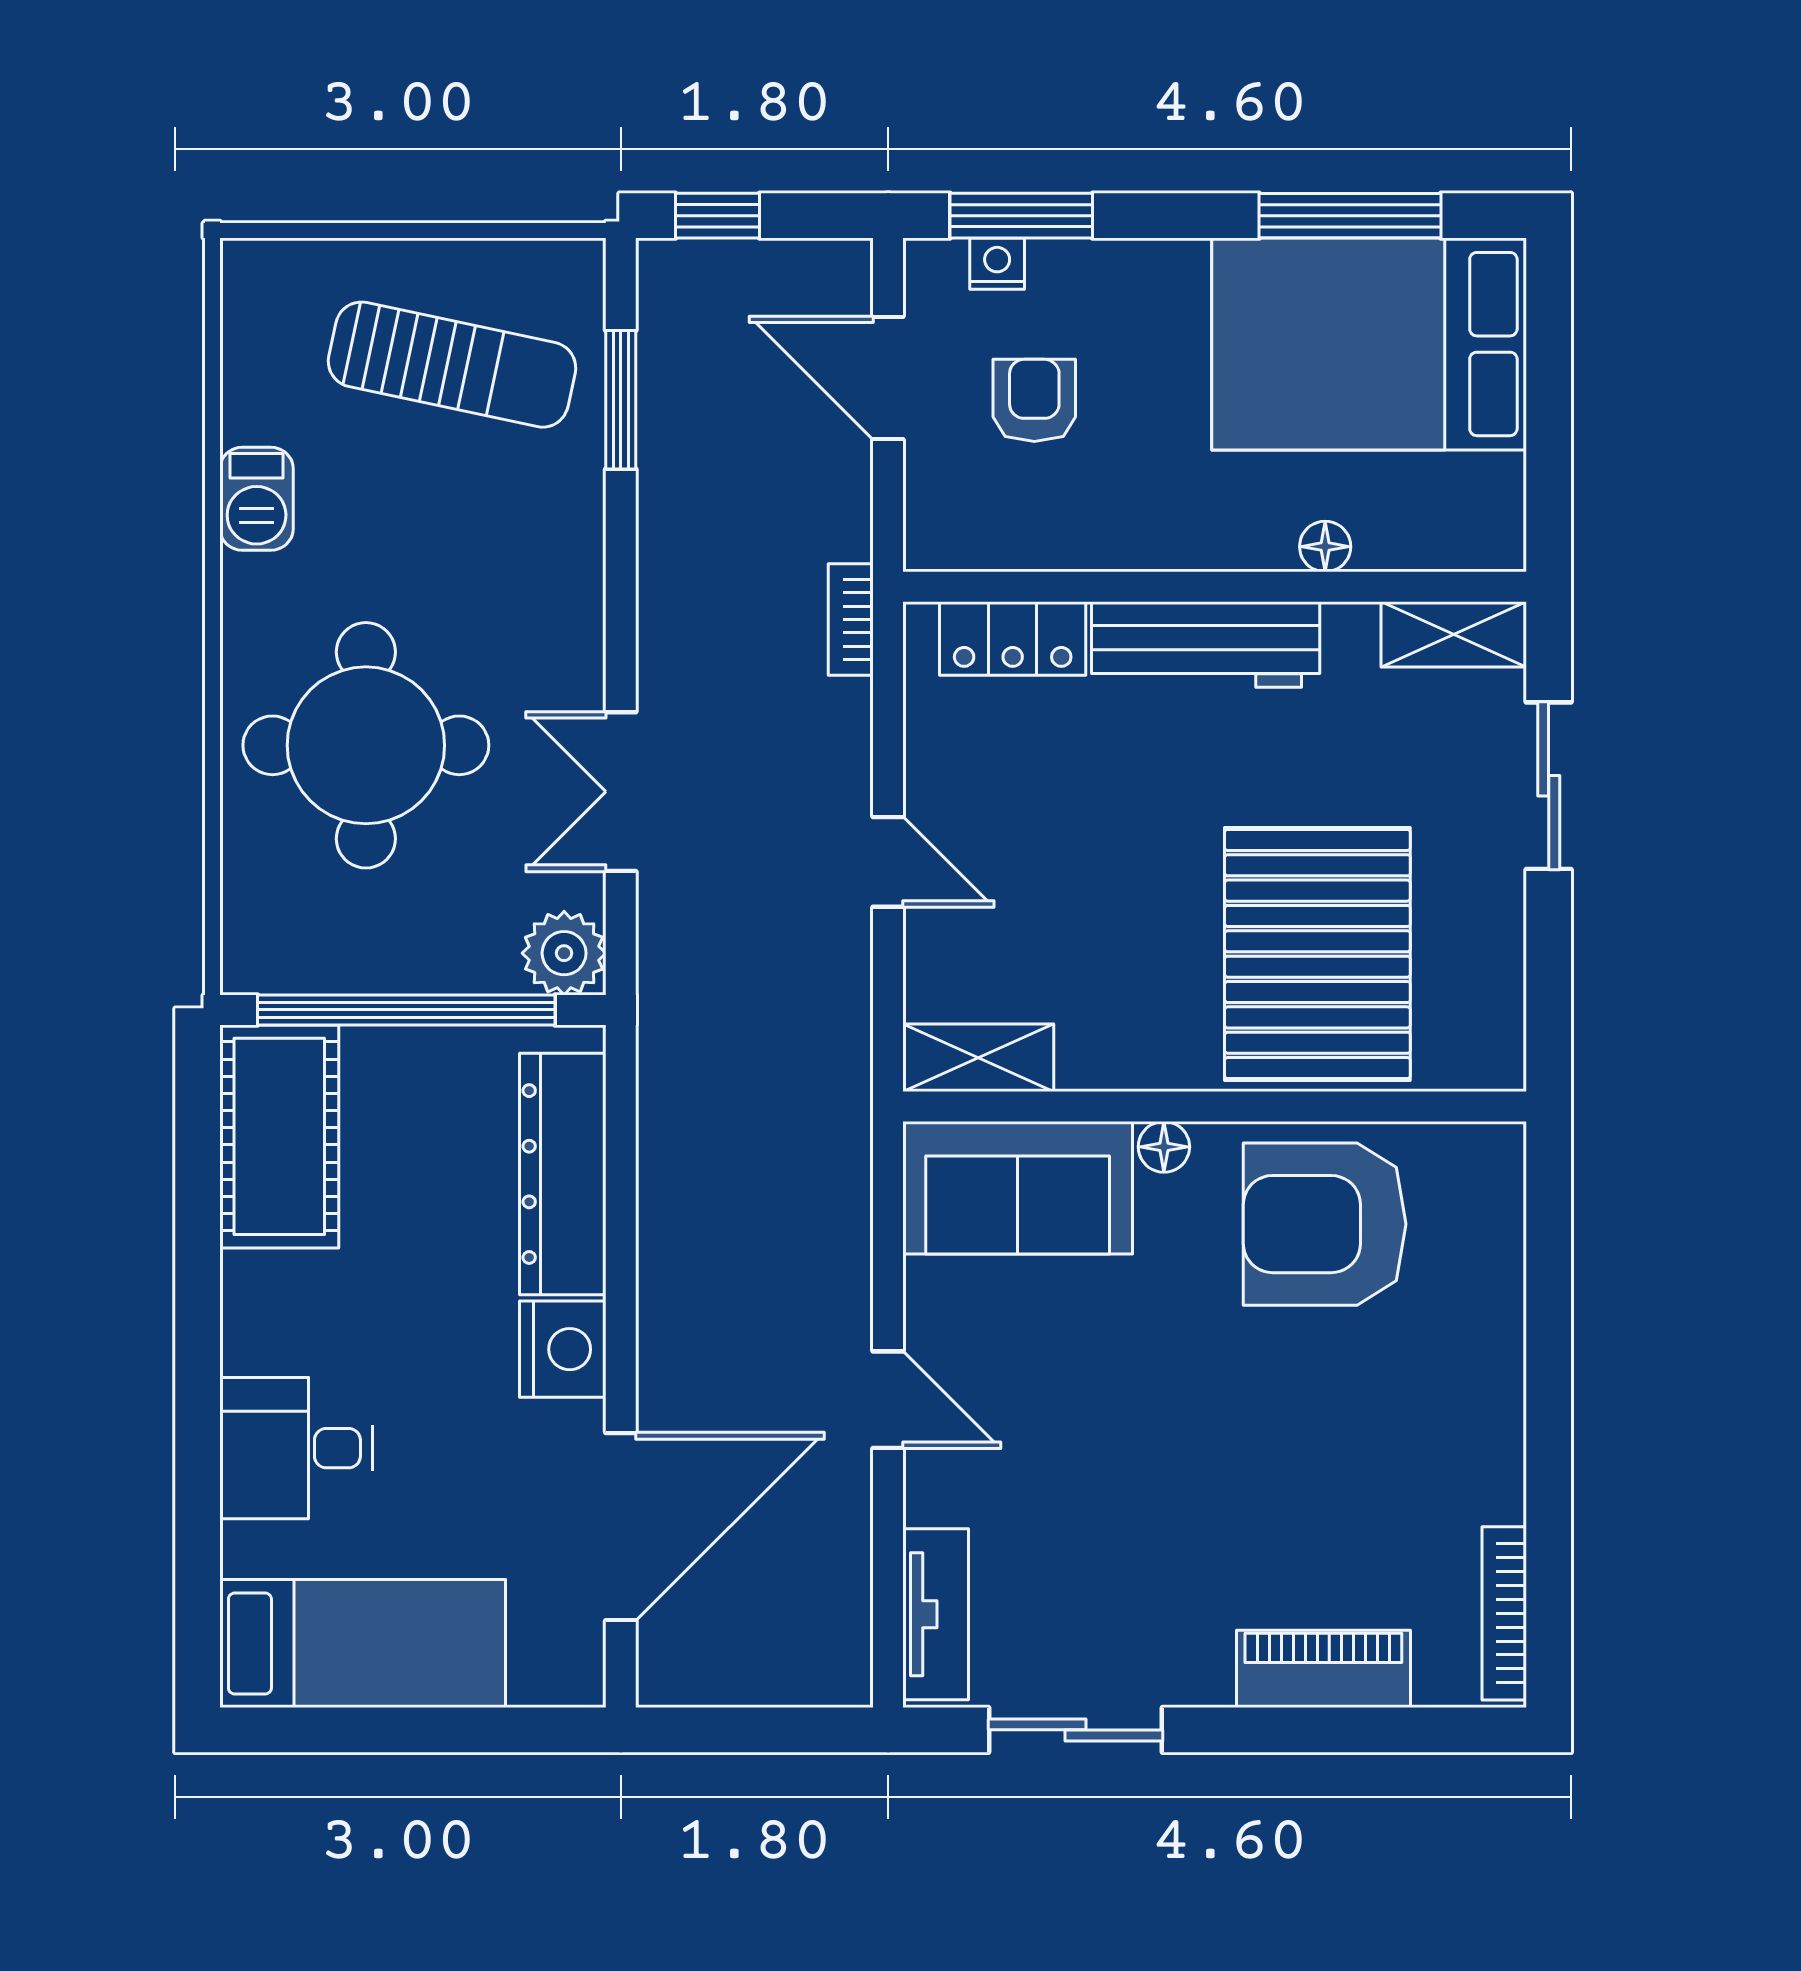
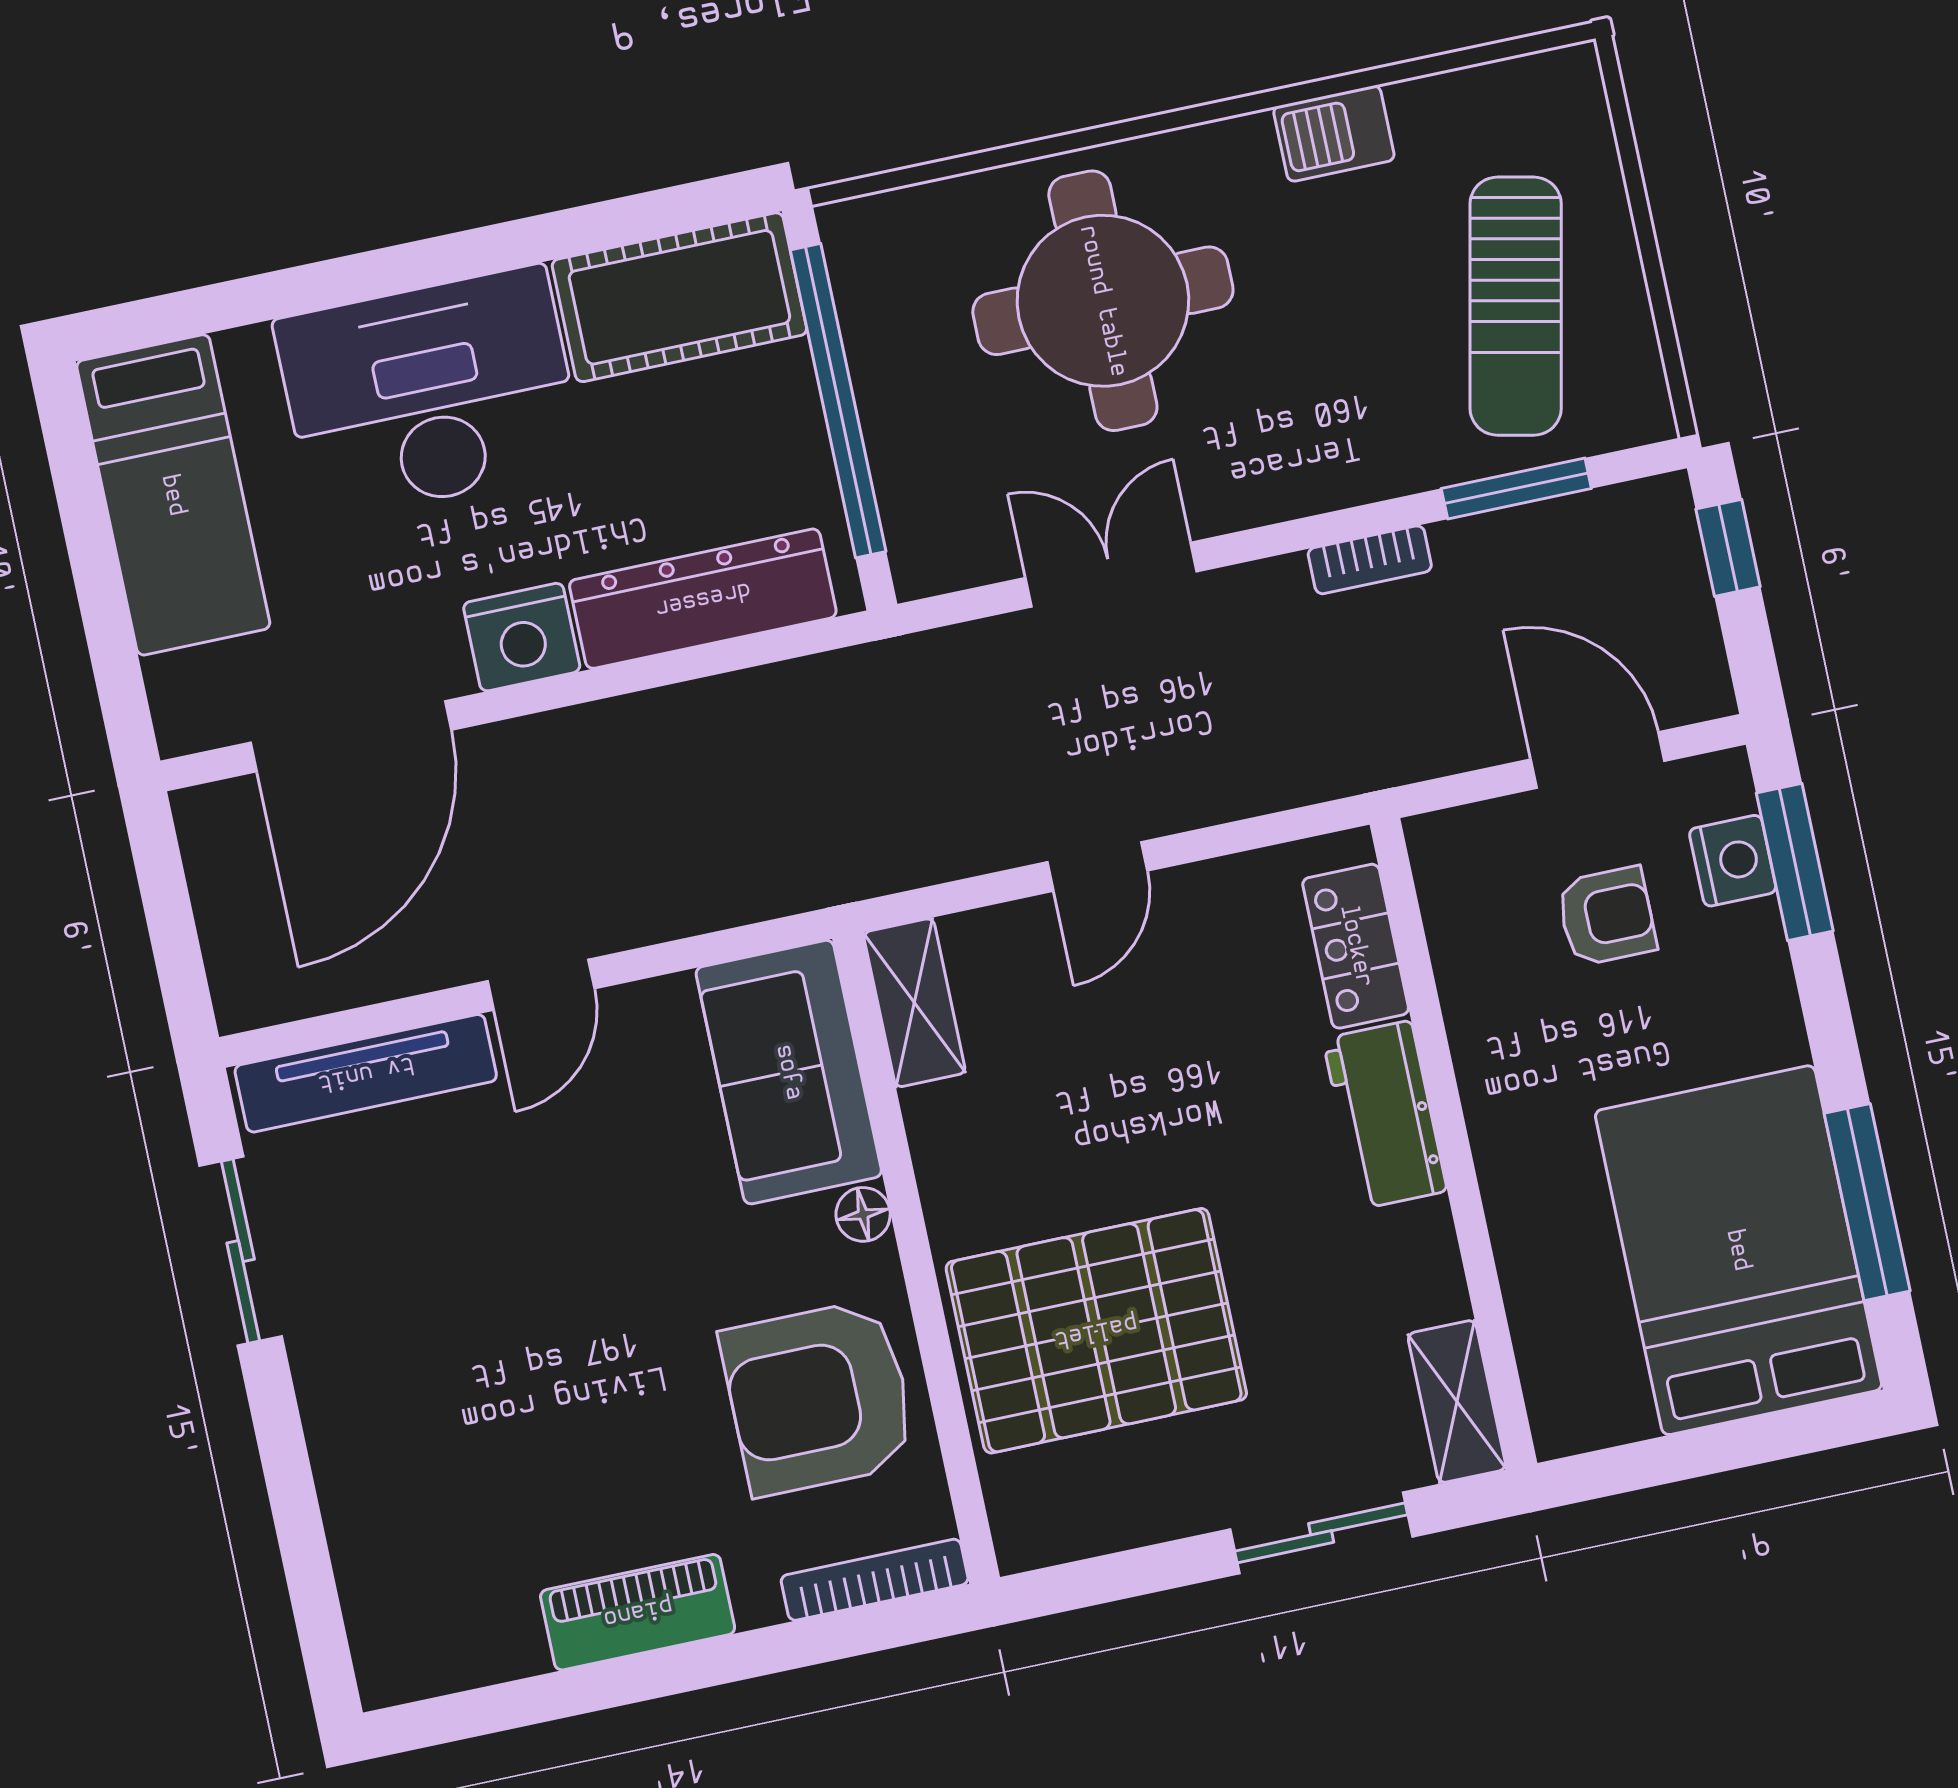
nightstand: (997, 264) -> (1733, 861), width x1.39, depth x1.35
door: (888, 378) -> (1598, 760), hinge flipped
floor lamp: (1325, 547) -> (1519, 1249), removed
bookcase: (851, 620) -> (1370, 560), moved, turned 180
workbench: (1206, 645) -> (1385, 1115), width x0.73
plant: (564, 953) -> (932, 551), removed
armchair: (1325, 1224) -> (819, 1398), turned -90
desk: (296, 1448) -> (430, 393), width x1.87, depth x1.30
door: (621, 1527) -> (351, 736), hinge flipped
bookcase: (1504, 1613) -> (875, 1580), moved
tv unit: (936, 1614) -> (366, 1073), width x1.41
piano: (1323, 1669) -> (638, 1612), moved, turned -90

